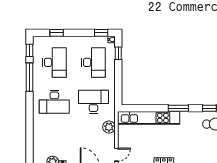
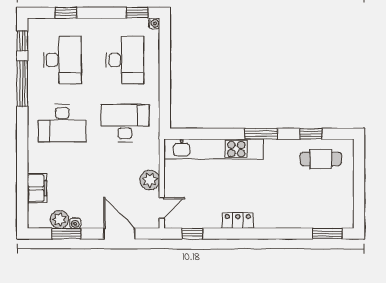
window: (118, 53) -> (165, 45), removed
plant: (109, 127) -> (150, 180), moved
filing cabinet: (39, 142) -> (37, 188), added

